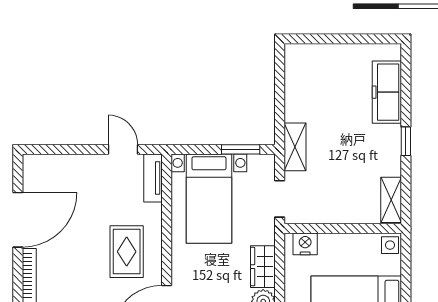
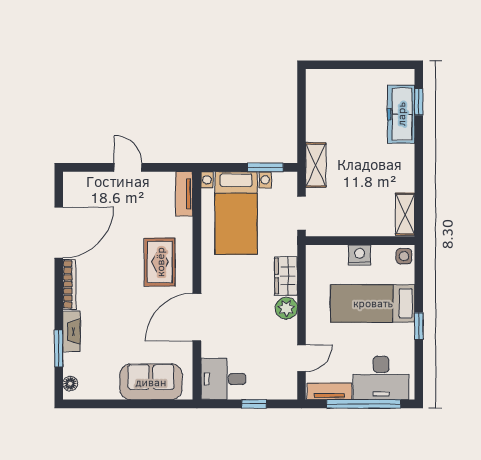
window: (406, 141) -> (419, 102), moved
door: (123, 149) -> (128, 167), moved
nightstand: (305, 244) -> (360, 255), moved

